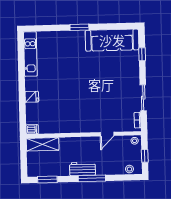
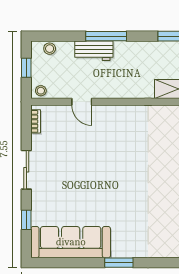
sliding door: (143, 98) -> (26, 170), moved
door: (107, 134) -> (82, 102), swing flipped
workbench: (82, 169) -> (94, 51), moved

